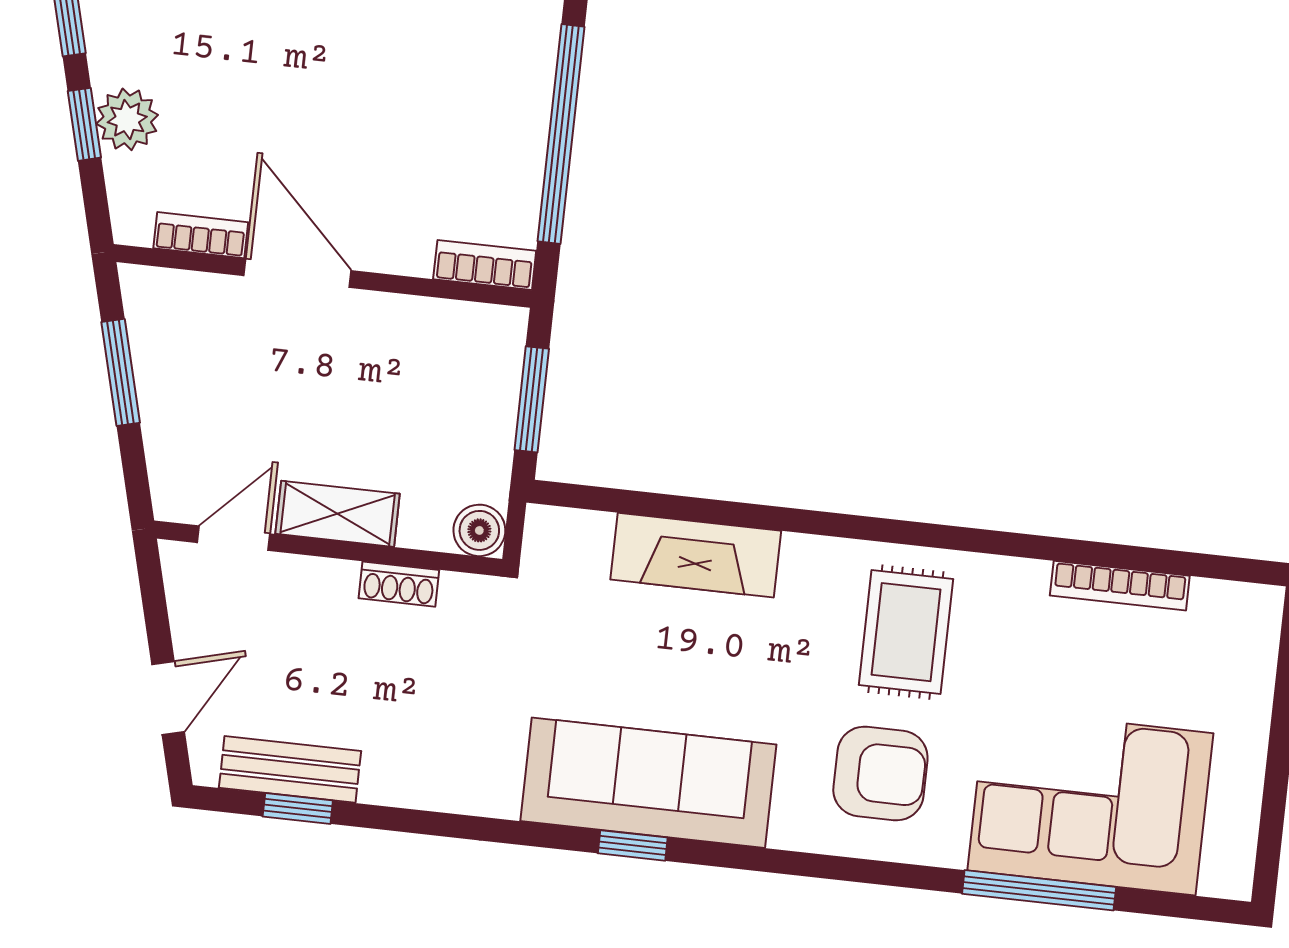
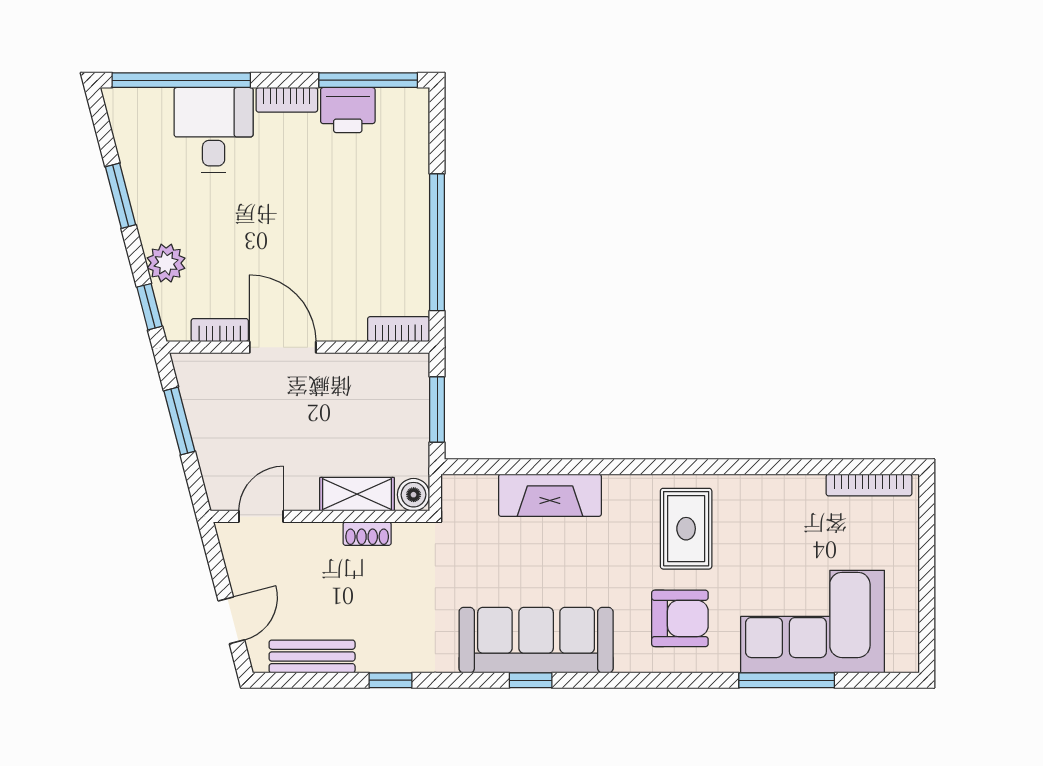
window: (84, 124) -> (150, 307), moved
shelving: (338, 514) -> (357, 494), moved
bookcase: (1120, 586) -> (869, 485), moved
window: (298, 808) -> (390, 680), moved

